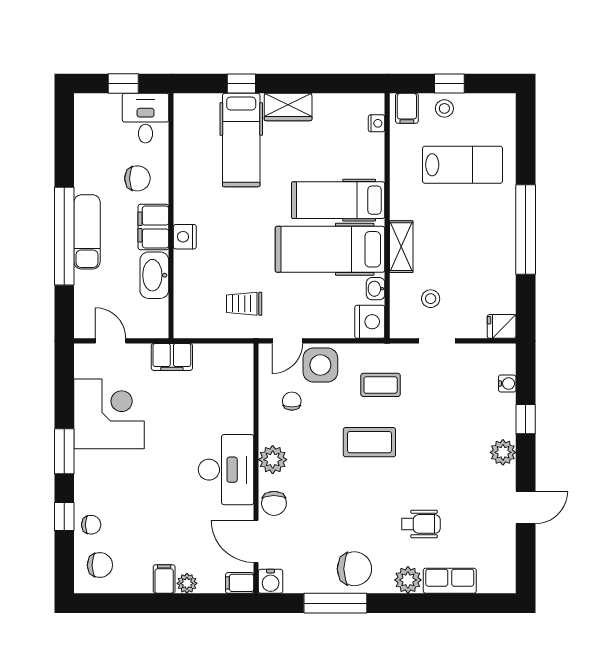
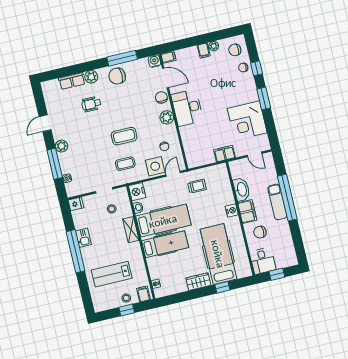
hospital bed: (241, 140) -> (218, 254), width x1.37, depth x1.29
kitchen sink: (503, 253) -> (83, 238), added
window: (526, 419) -> (55, 164), width x2.17
plant: (187, 583) -> (214, 46), moved

